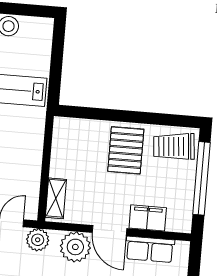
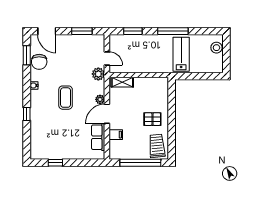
pallet: (126, 150) -> (152, 119), width x0.67, depth x0.71
filing cabinet: (148, 218) -> (116, 135), width x0.50
plant: (75, 247) -> (100, 99), width x0.53, depth x0.53

